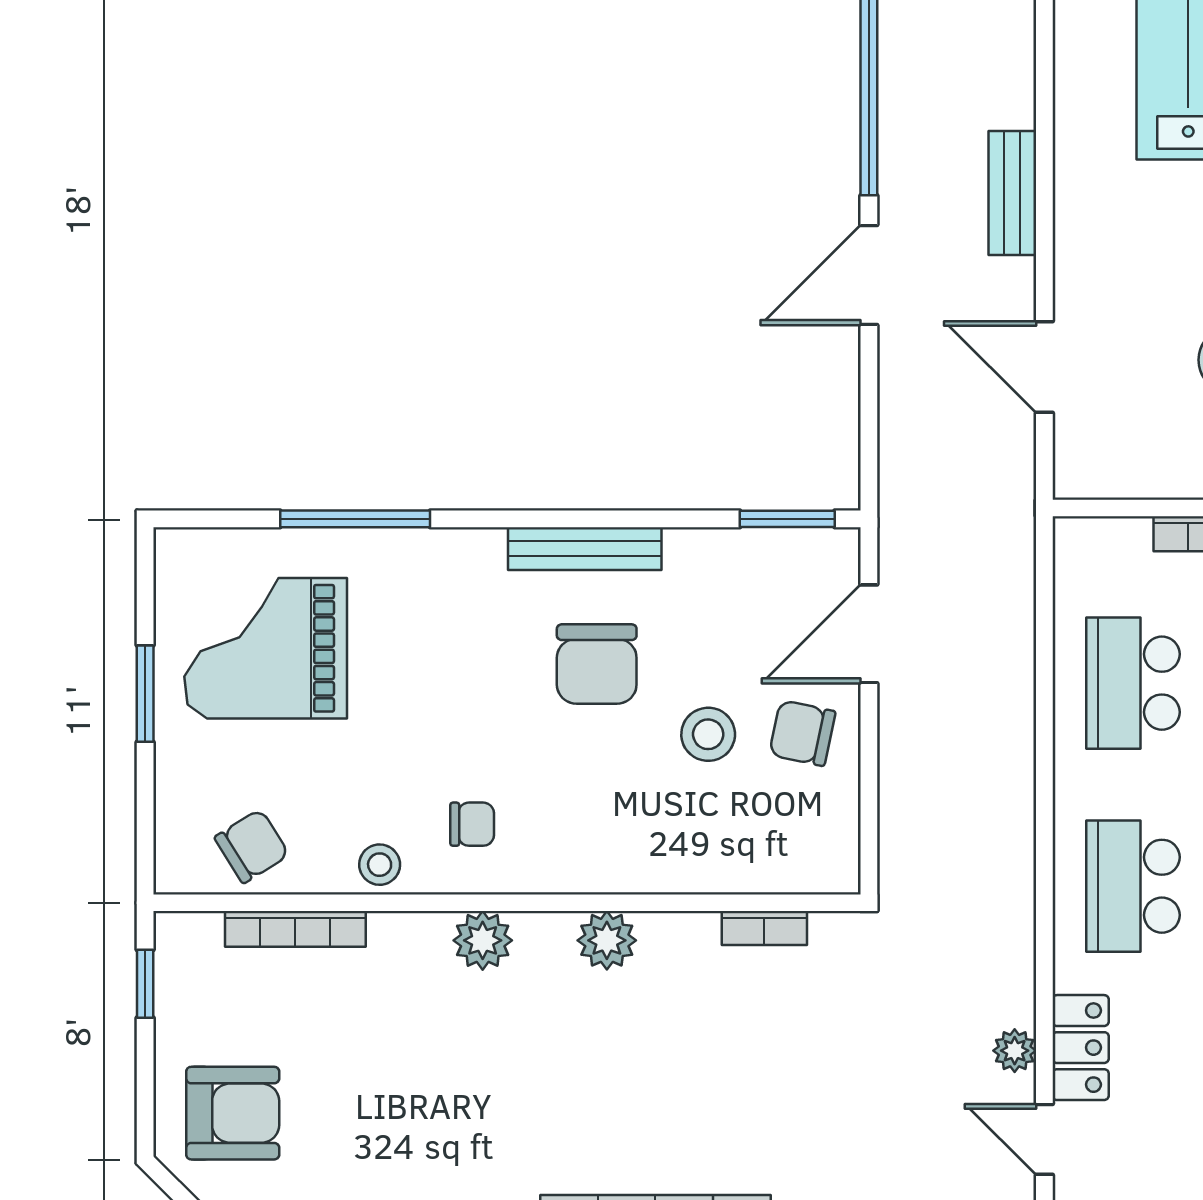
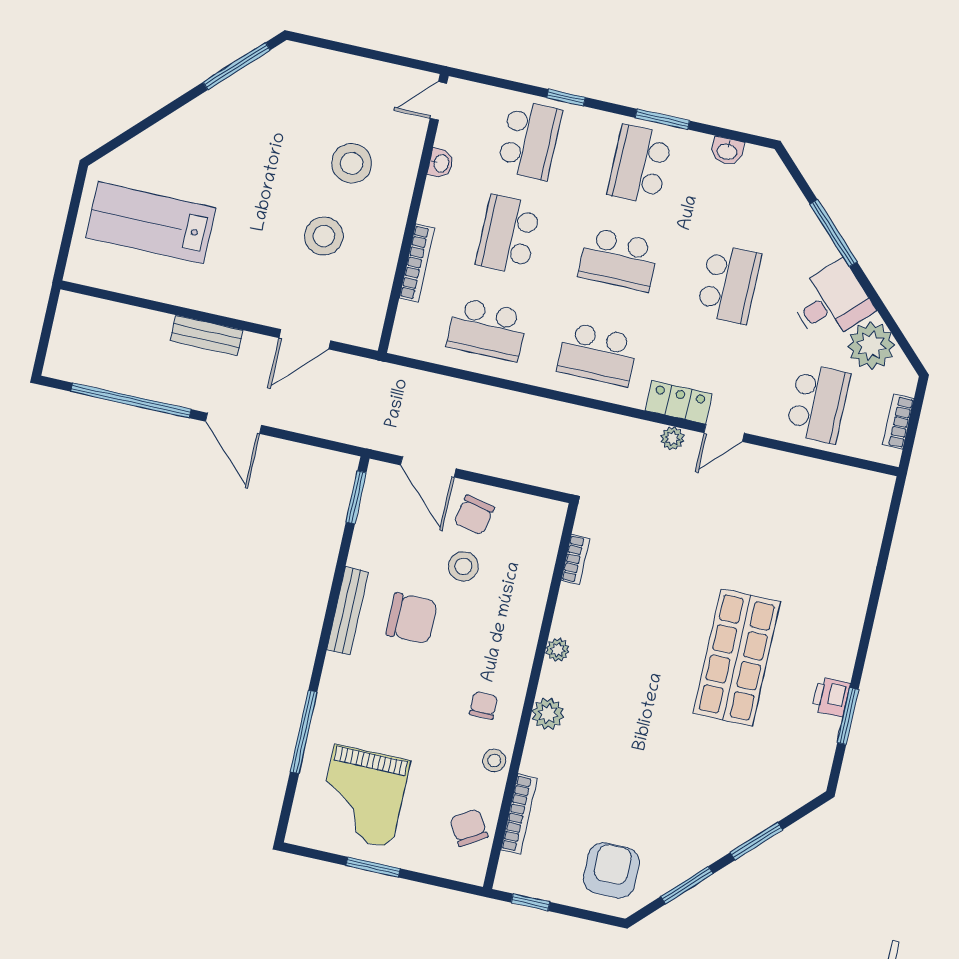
plant: (607, 940) -> (558, 650), width x0.73, depth x0.73

